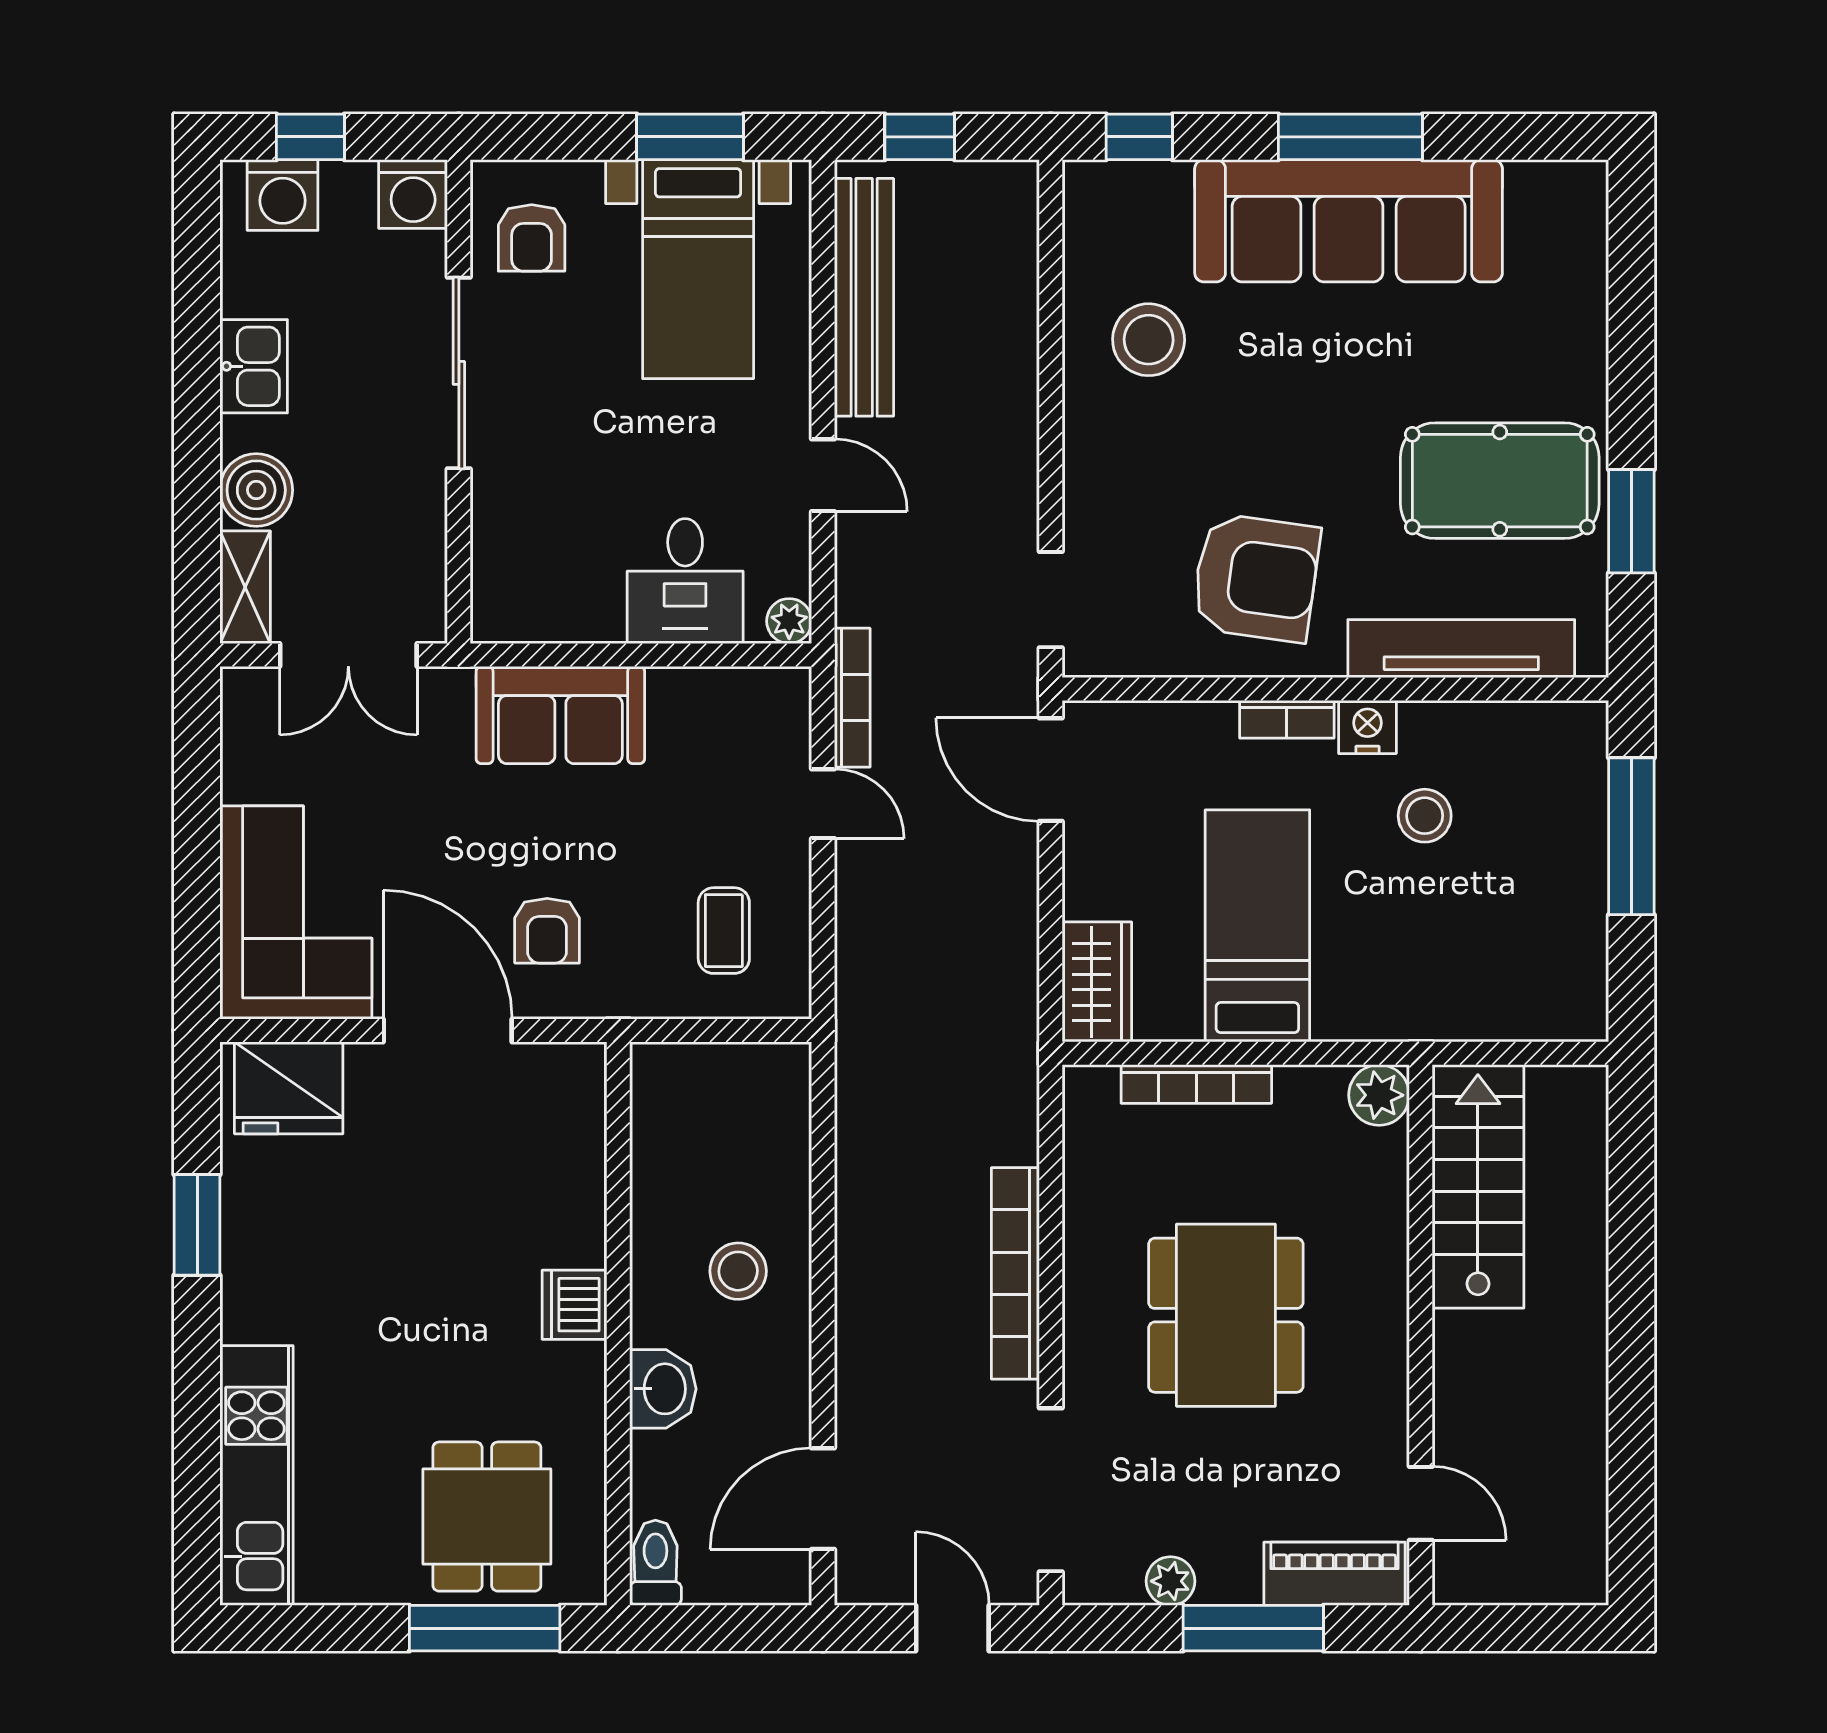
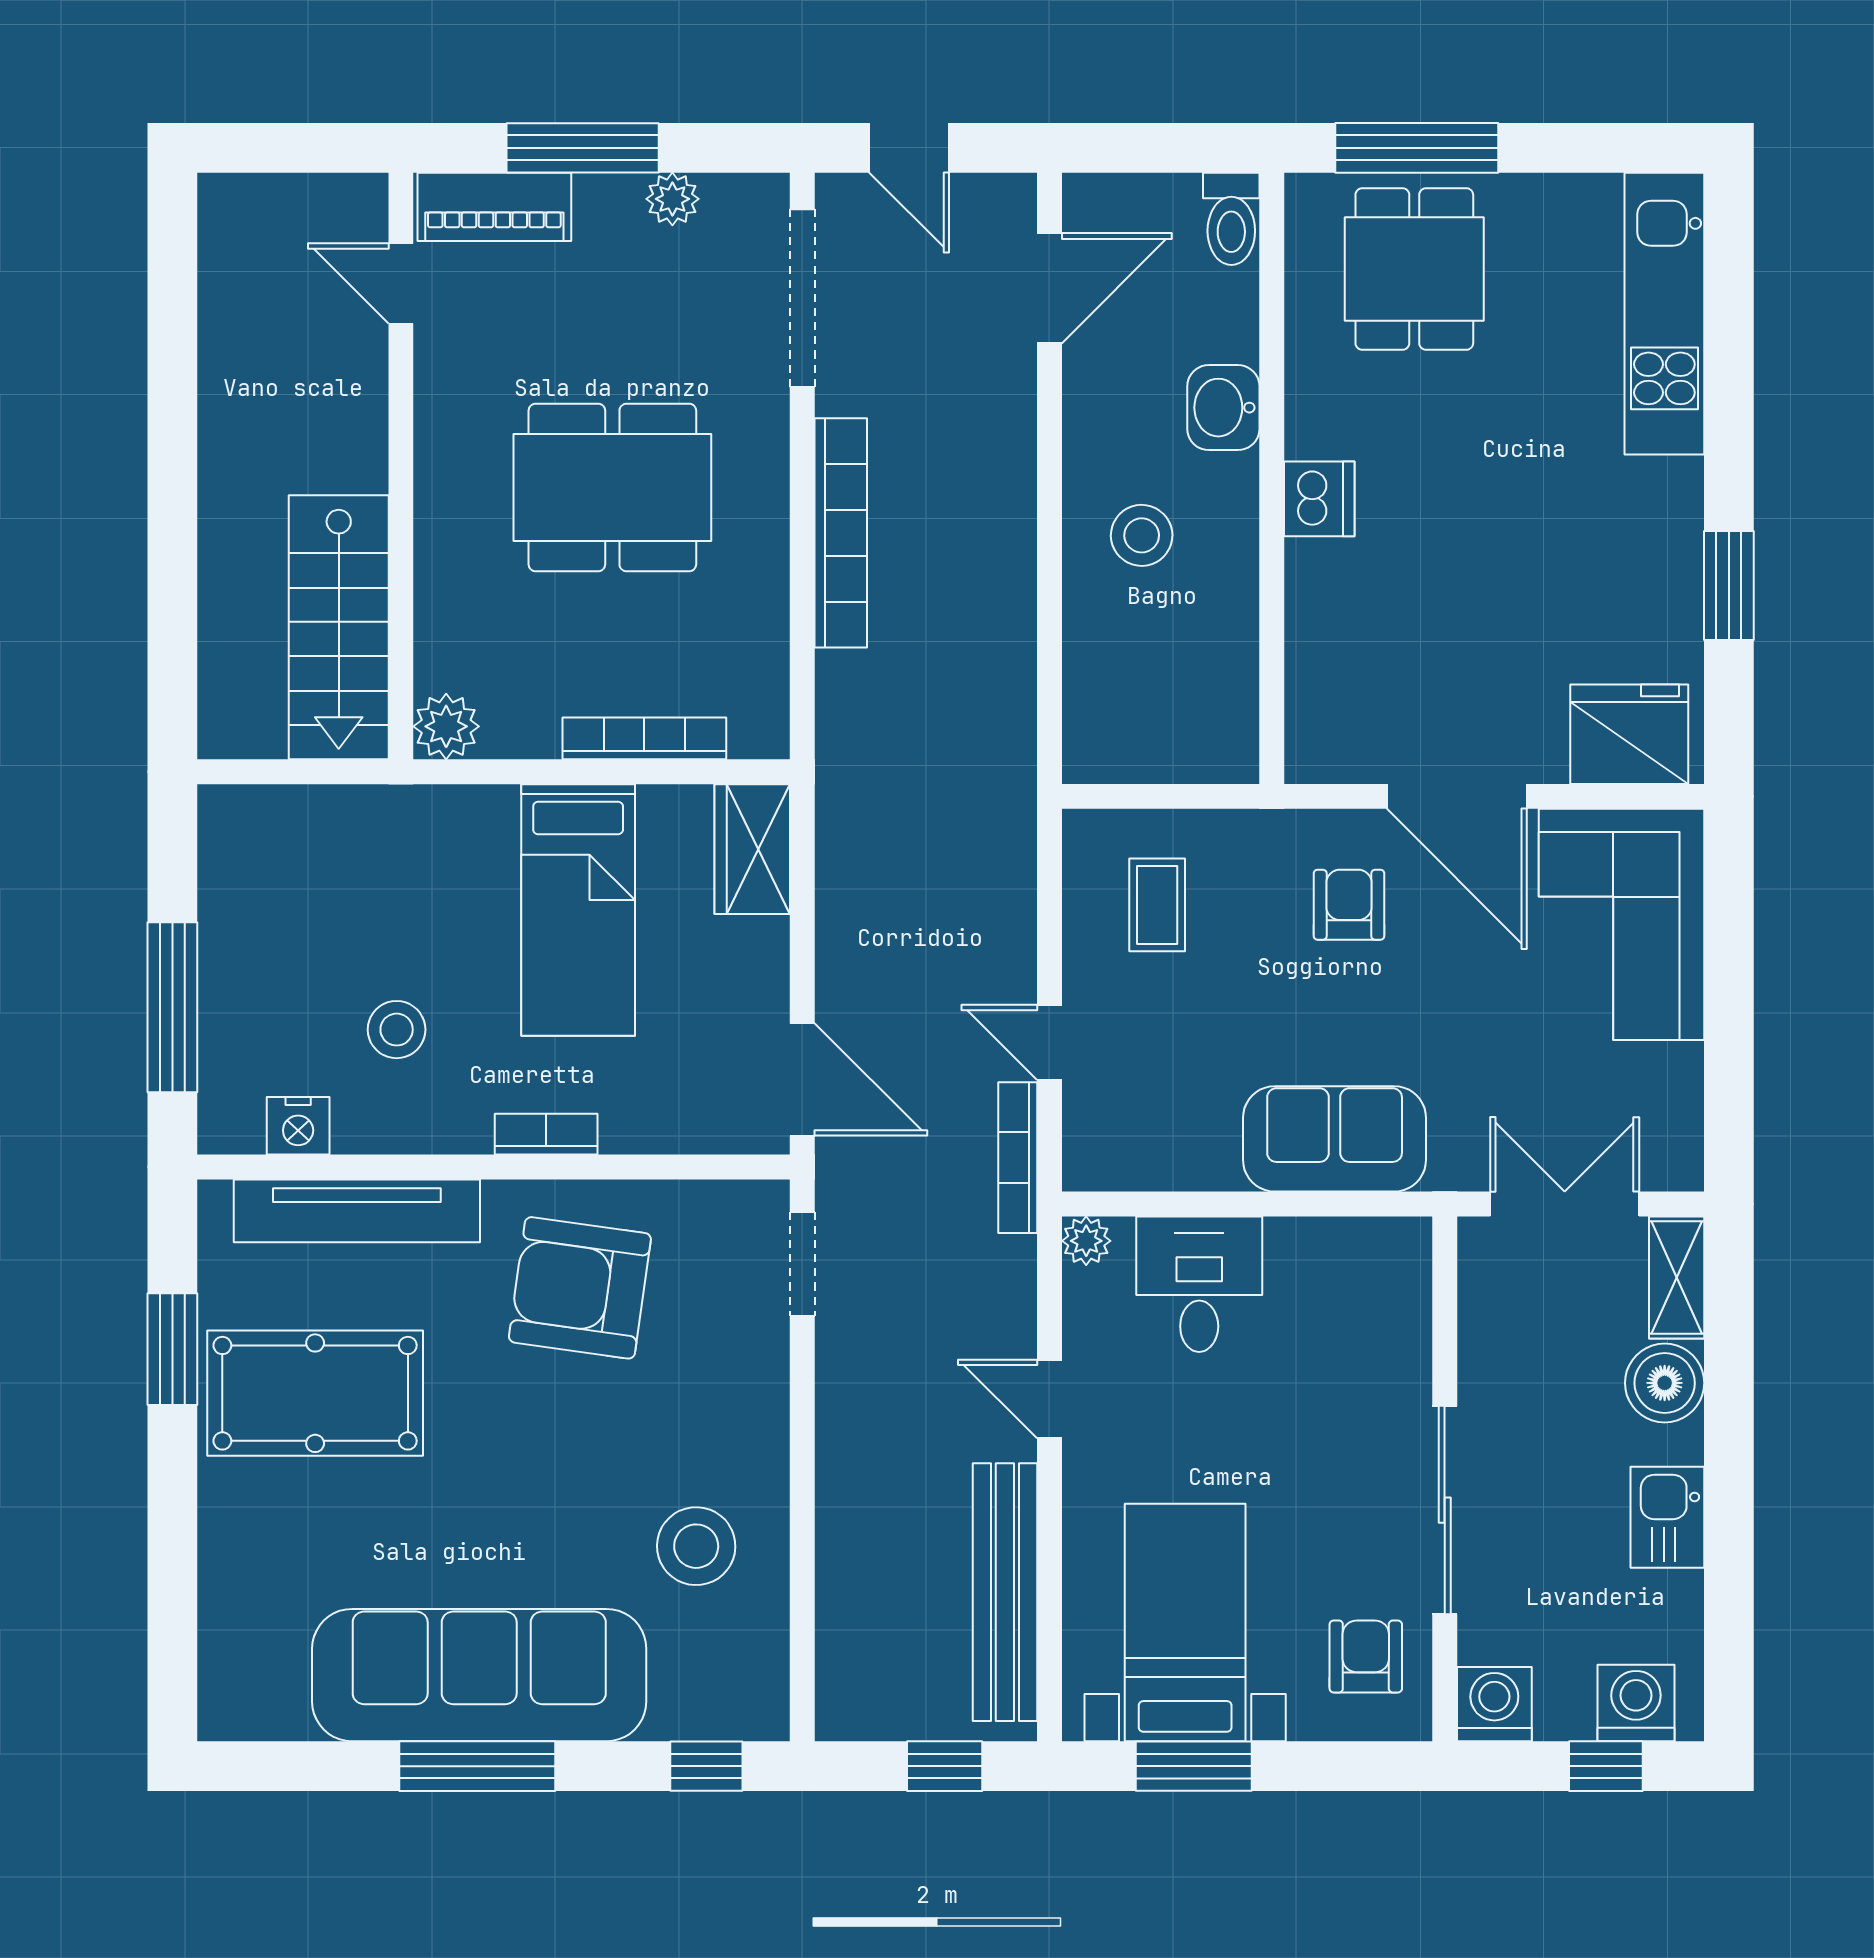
nightstand: (1367, 727) -> (298, 1126), moved
dining table: (1226, 1315) -> (612, 487), turned 90

